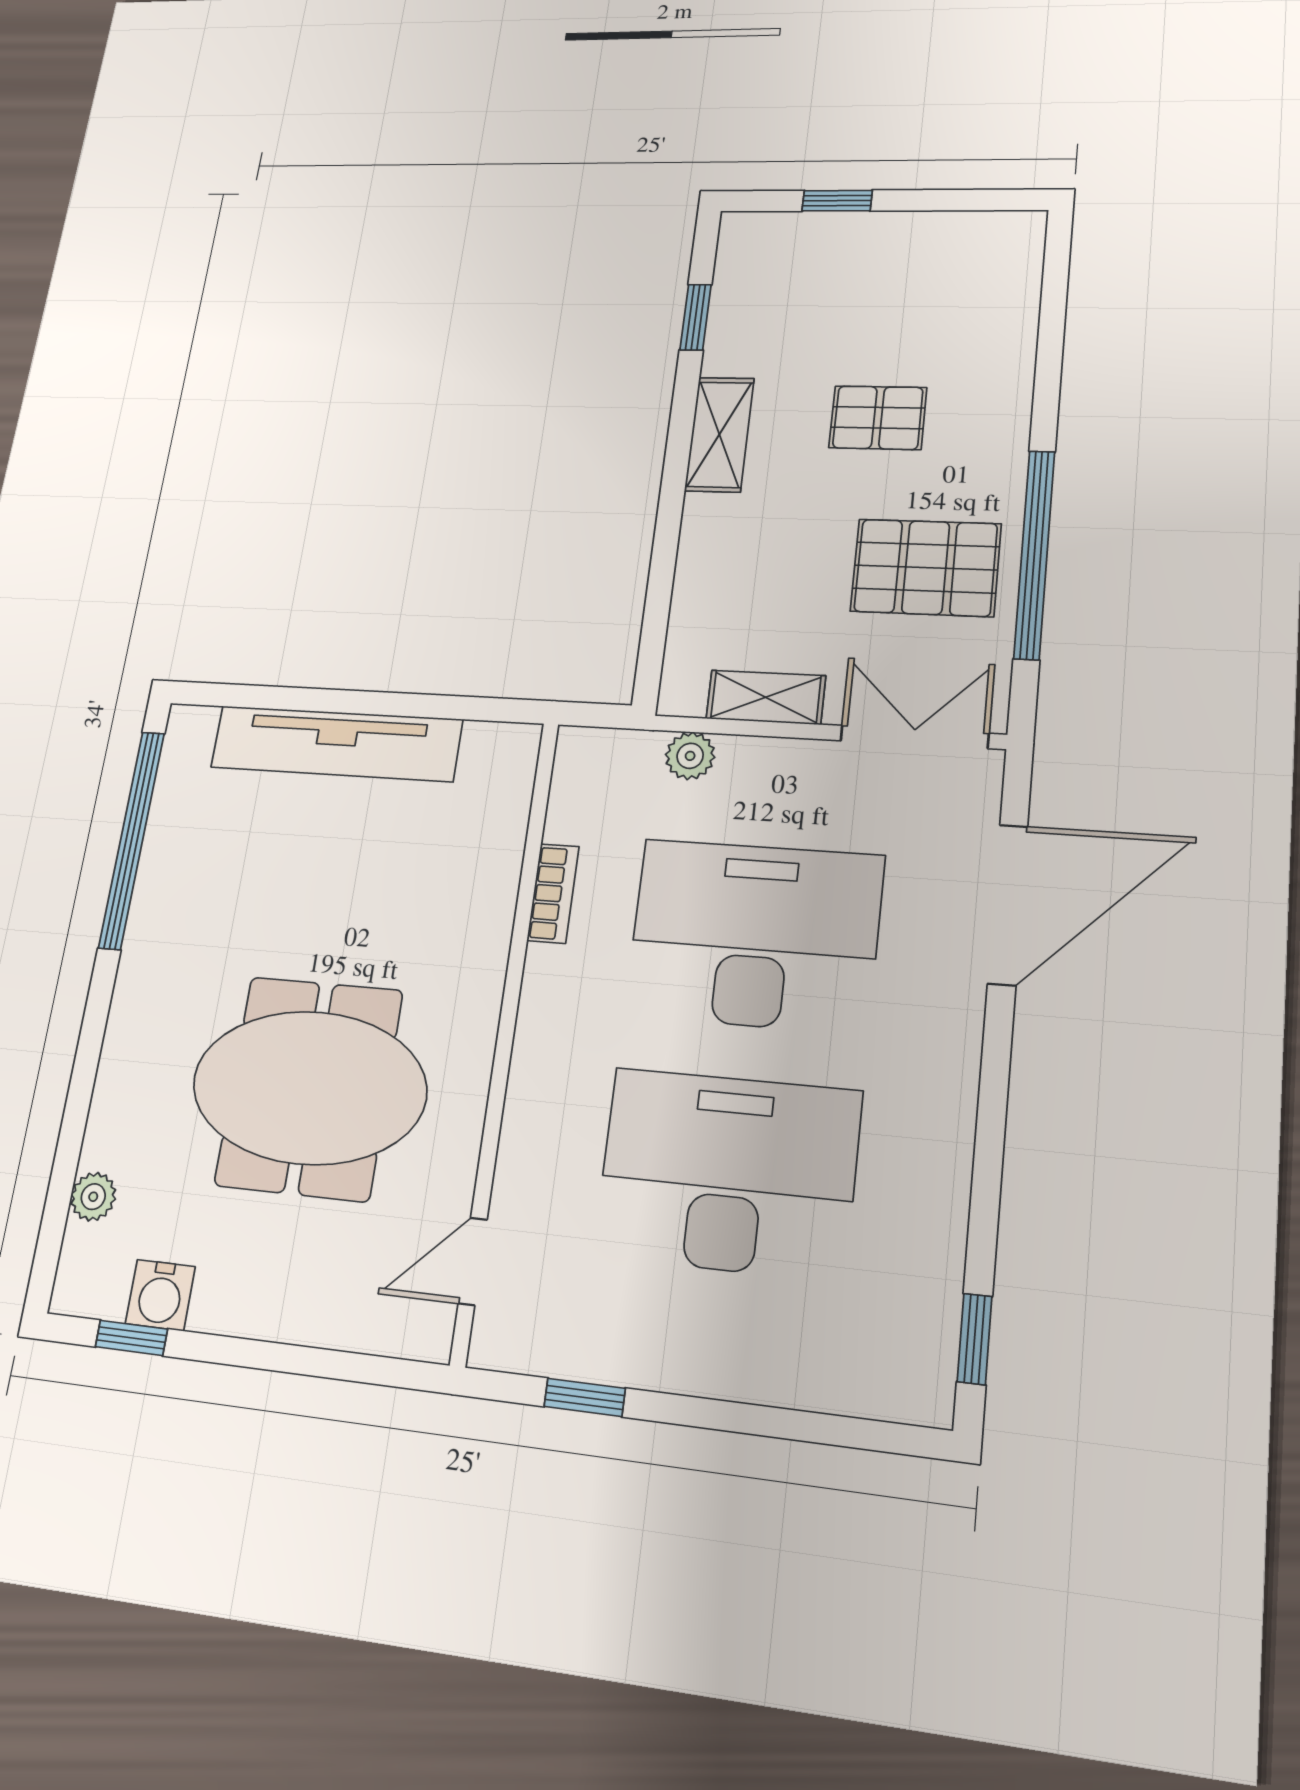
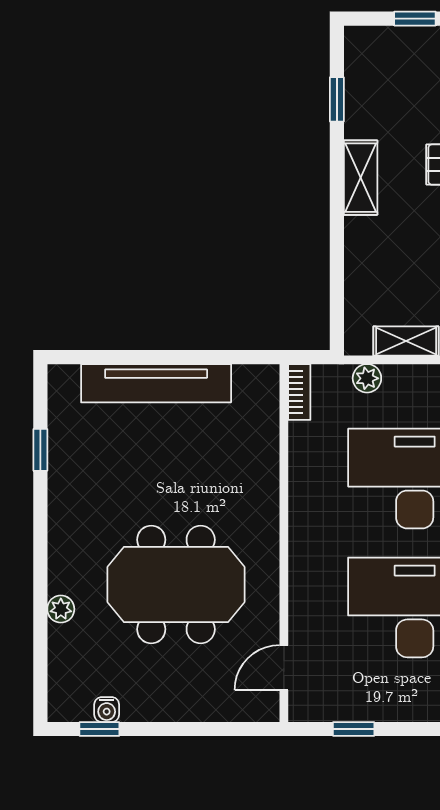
window: (132, 839) -> (40, 450), width x0.32
bookcase: (553, 893) -> (299, 392), moved
plant: (93, 1197) -> (61, 609), moved
water cooler: (160, 1295) -> (107, 710), width x0.72, depth x0.72

